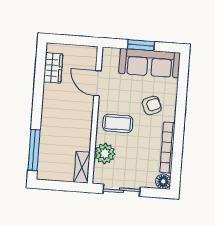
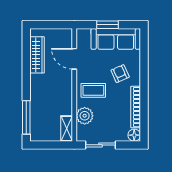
wardrobe: (53, 68) -> (37, 55), width x1.50
armchair: (152, 105) -> (120, 74), turned -91

